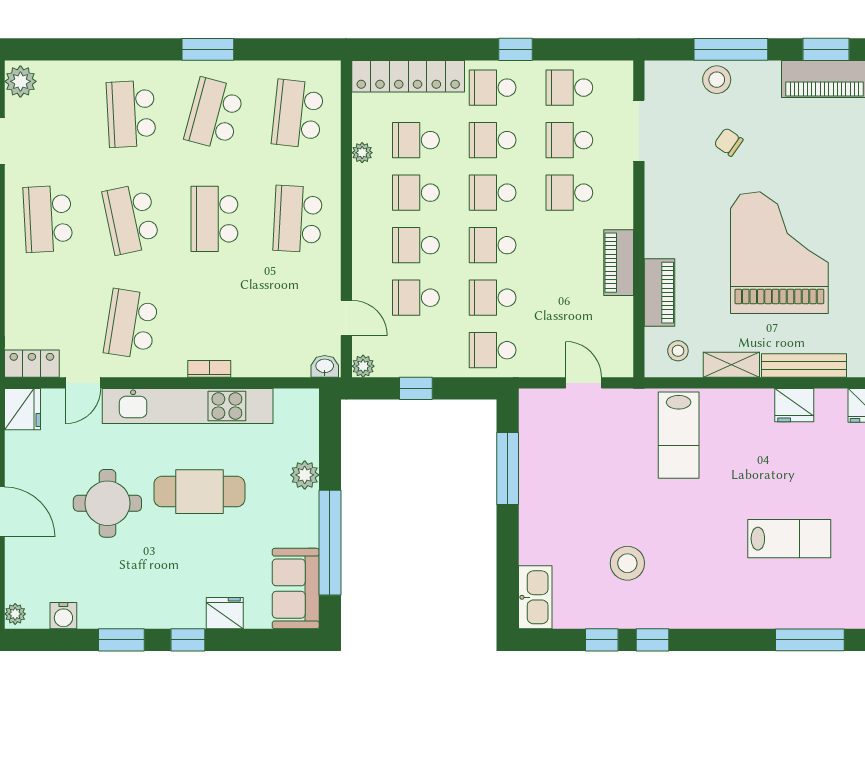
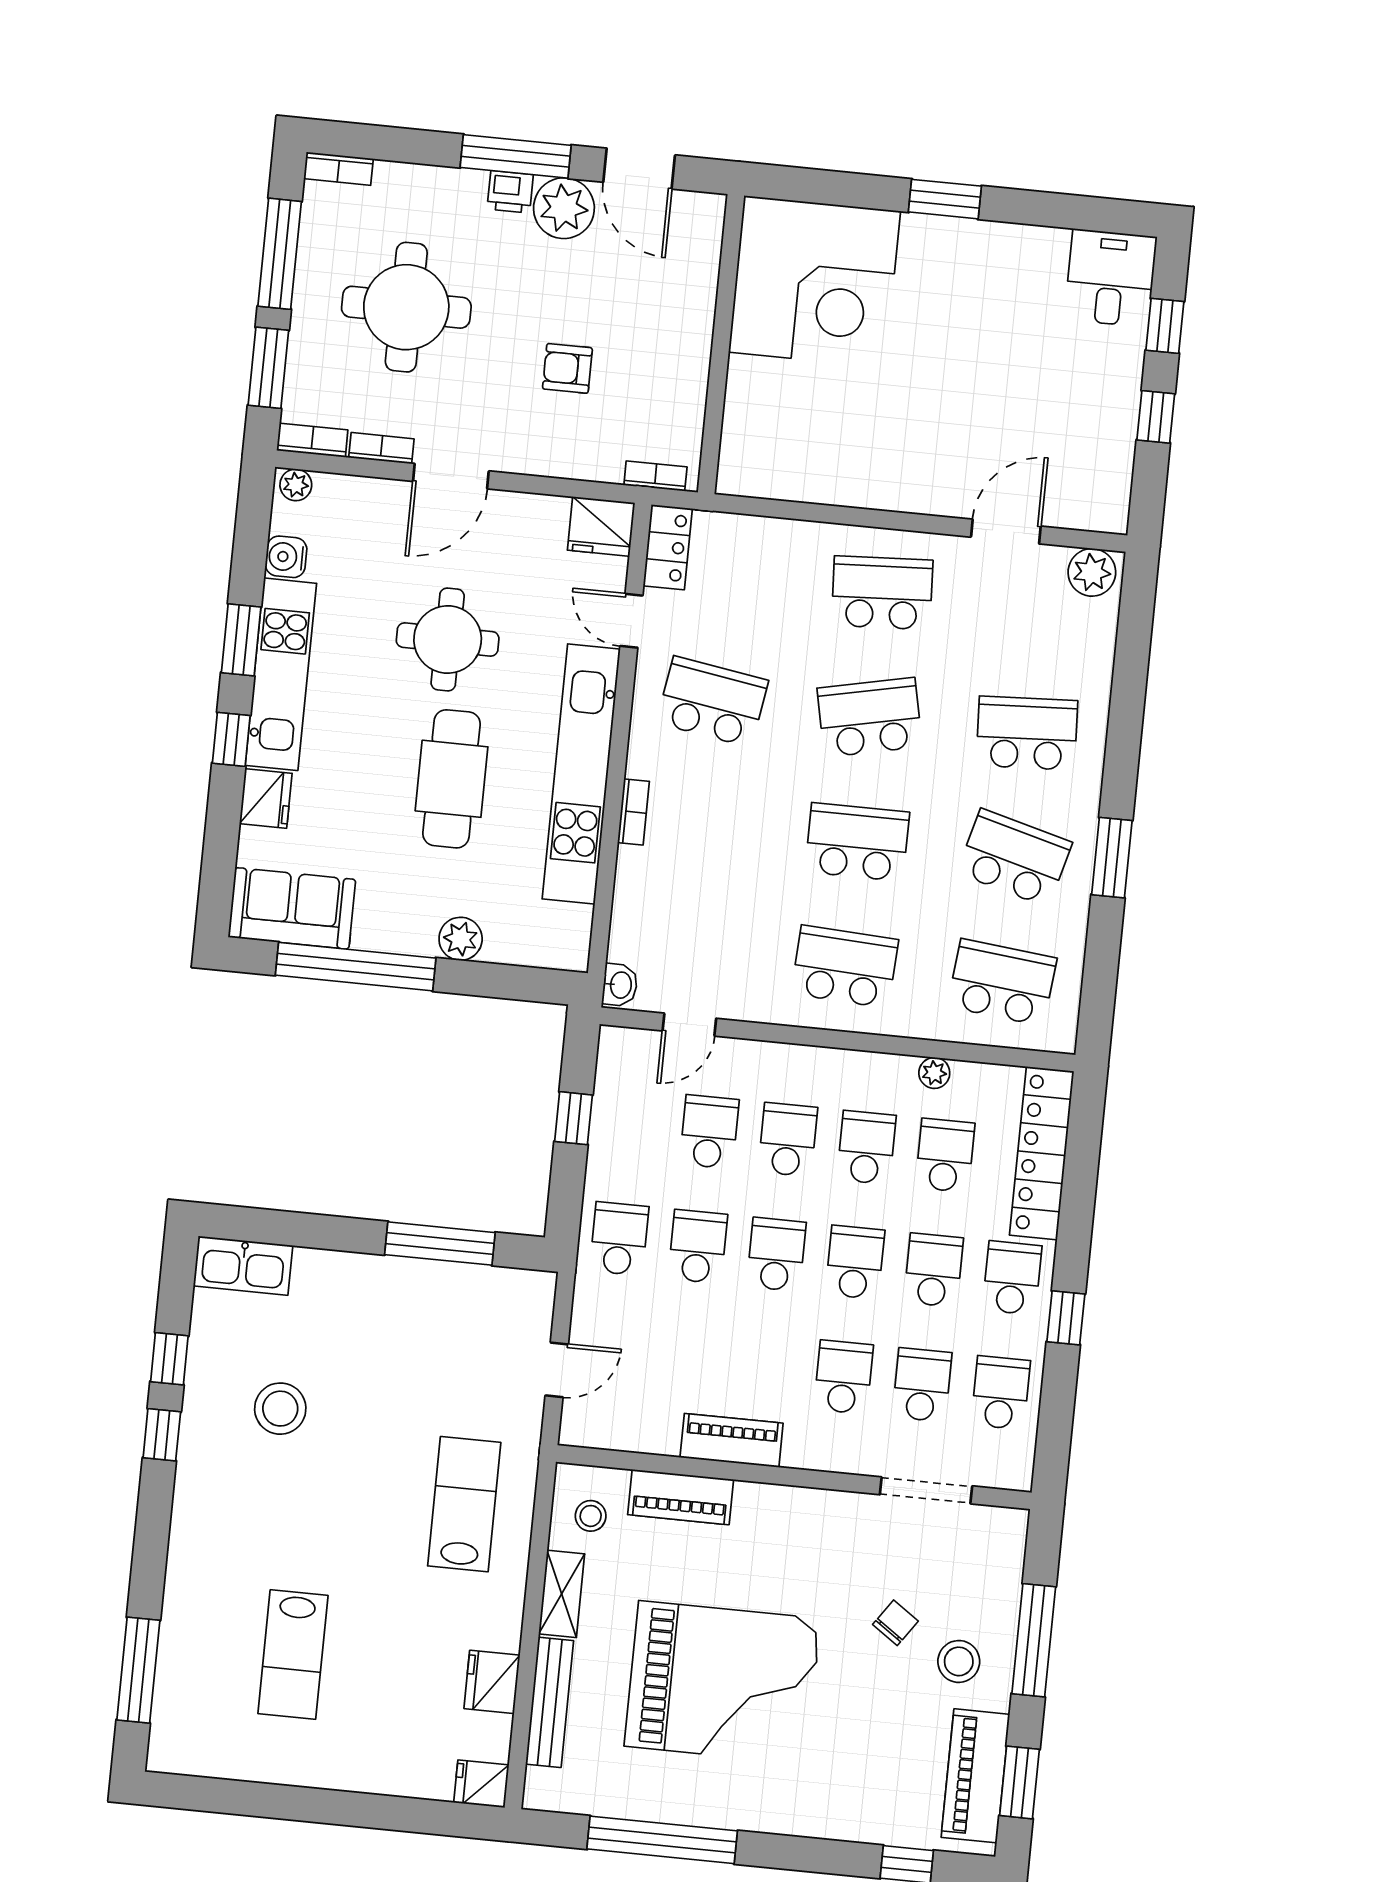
stool: (717, 80) -> (959, 1661), moved
plant: (363, 366) -> (615, 1042), removed
lab bench: (679, 435) -> (464, 1504), turned 90
kitchen unit: (142, 611) -> (281, 674), added

